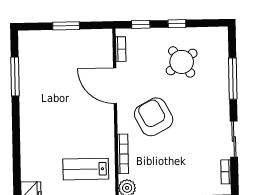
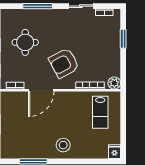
round table: (182, 62) -> (25, 42), turned 37
stool: (39, 118) -> (63, 145), added

